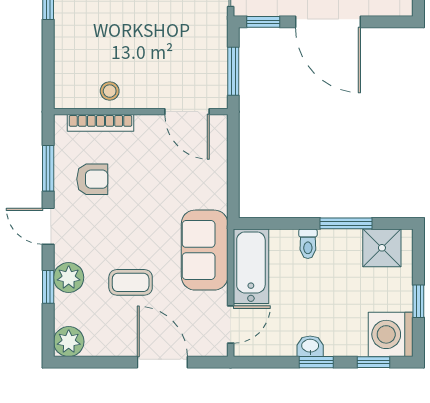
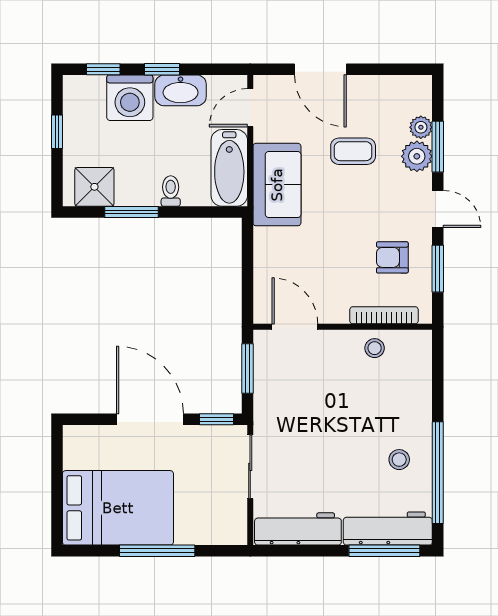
window: (48, 287) -> (438, 147), width x1.50
washing machine: (391, 334) -> (130, 98), moved, turned 90
plant: (69, 342) -> (421, 127), moved, width x0.73, depth x0.73
washbasin: (310, 346) -> (181, 90), width x1.91, depth x1.45

